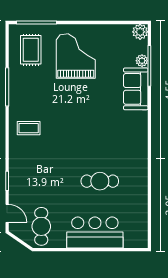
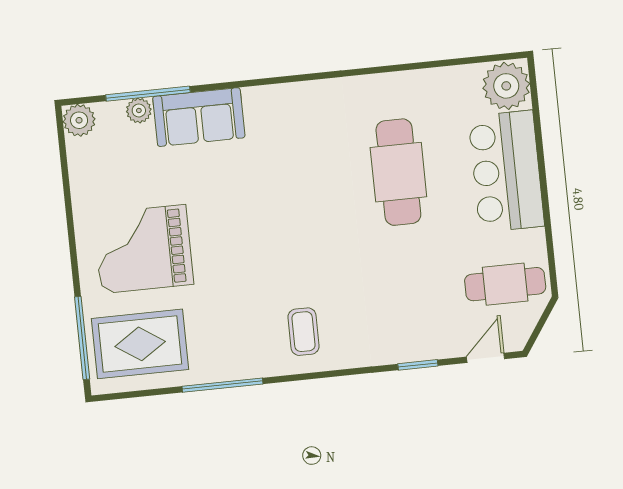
rug: (31, 50) -> (140, 344), width x1.36, depth x1.43
cafe table: (100, 181) -> (398, 172), width x1.37, depth x1.35
plant: (136, 237) -> (506, 86), added

